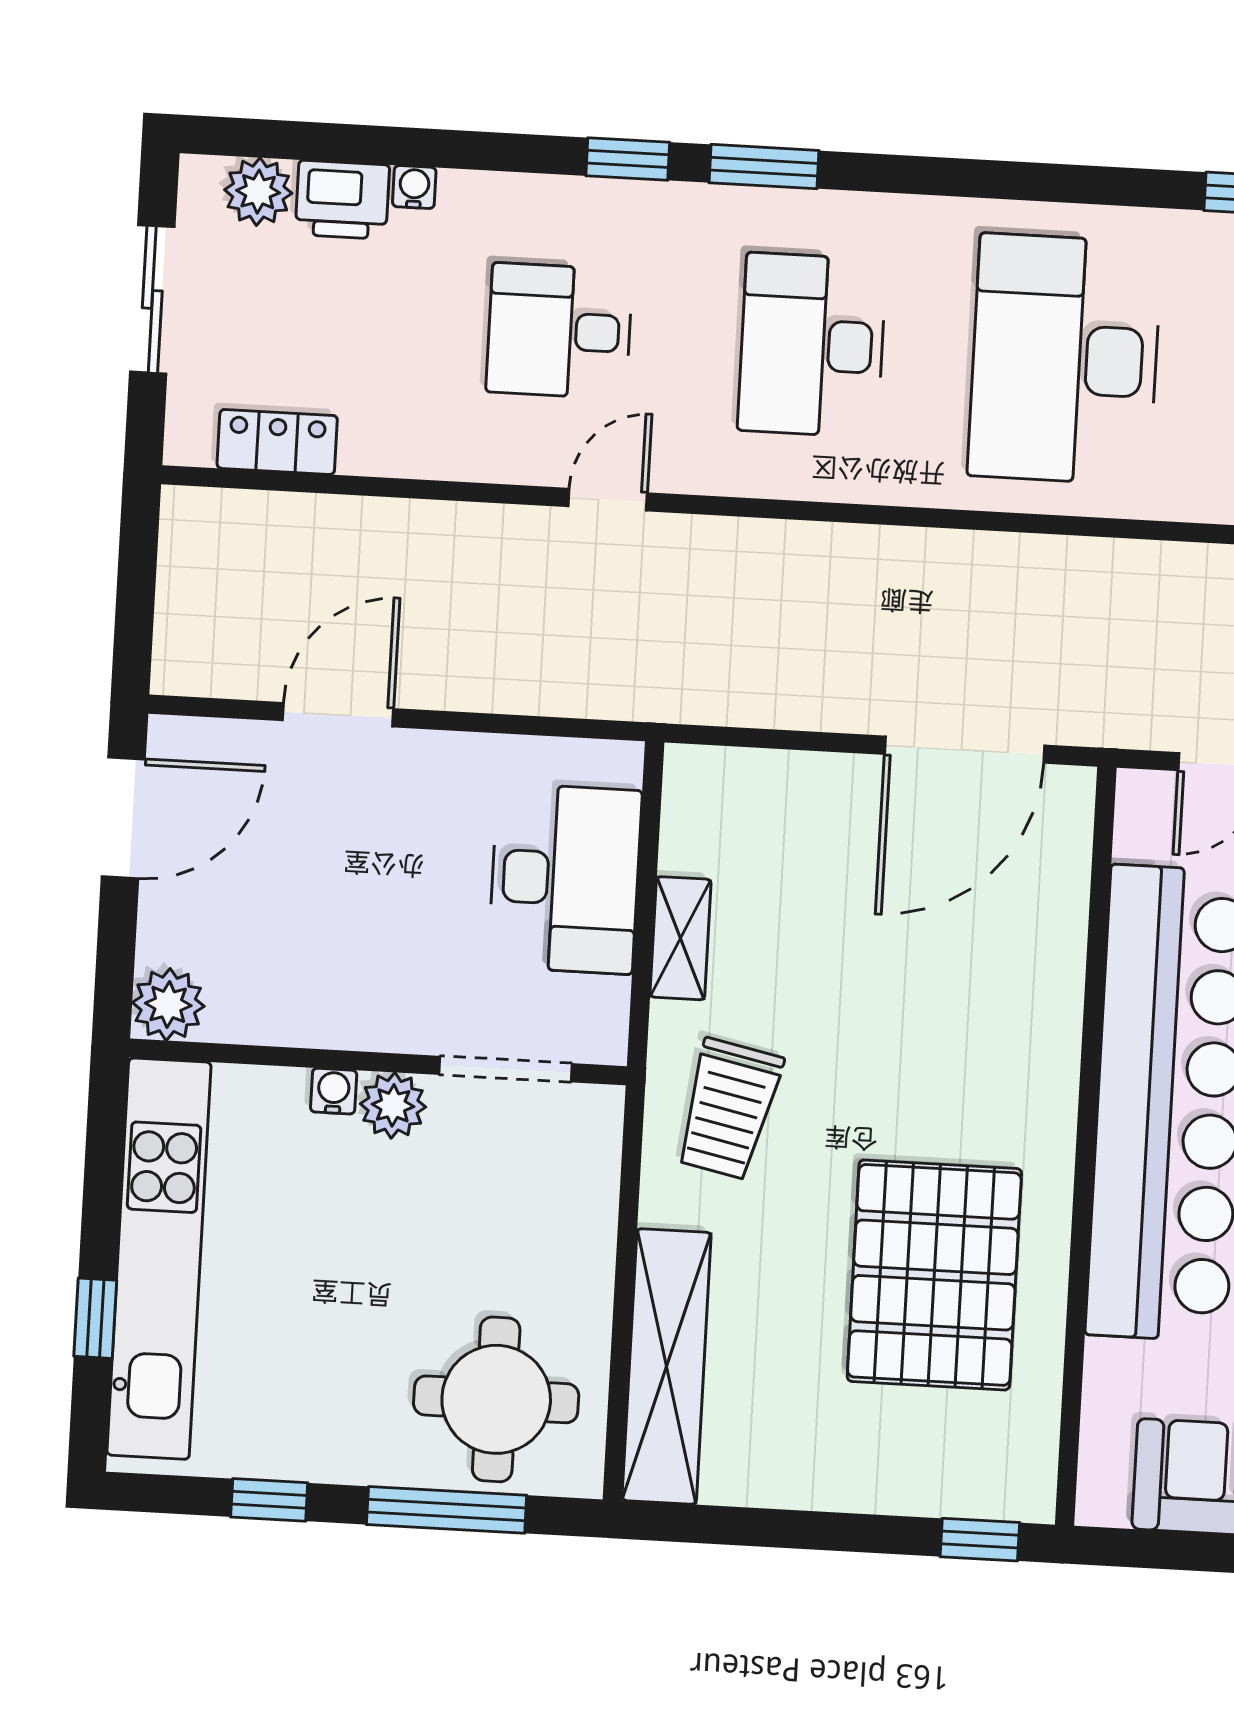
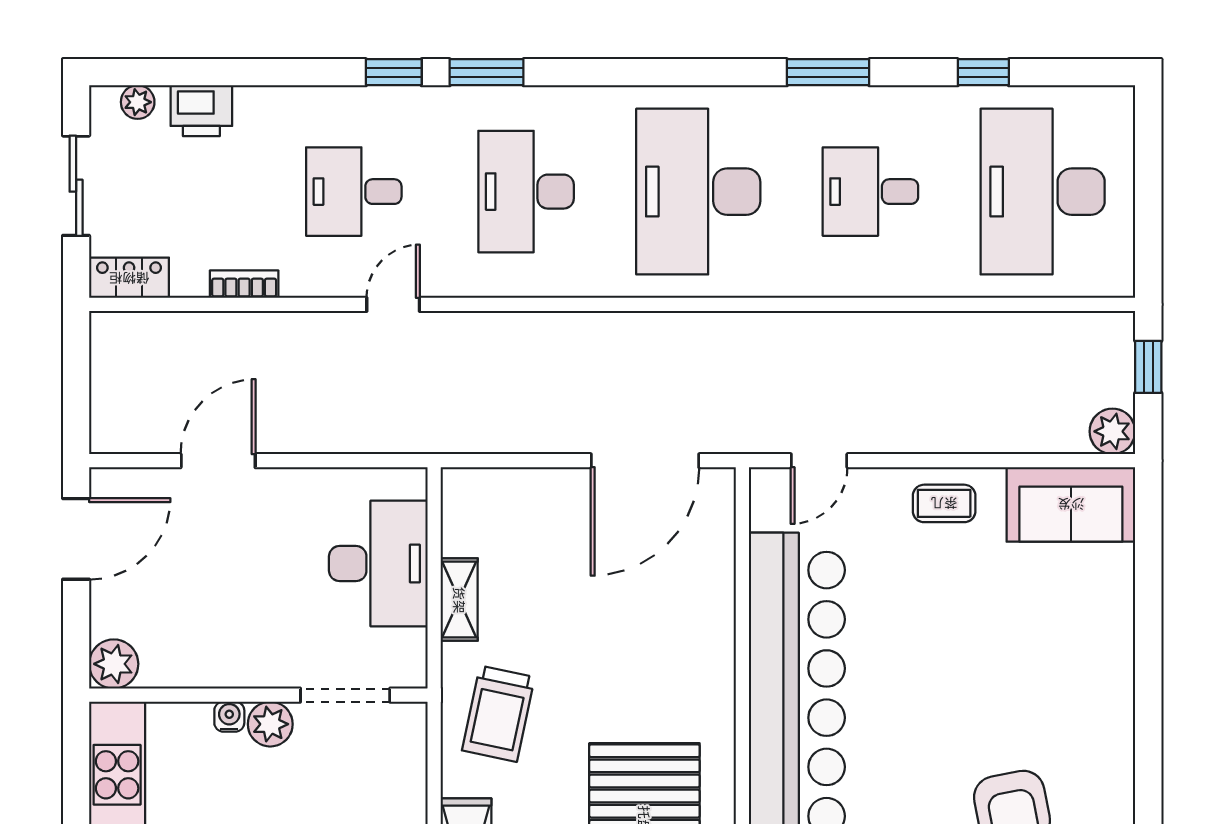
water cooler: (414, 187) -> (250, 99), removed
plant: (258, 192) -> (138, 102), width x0.73, depth x0.73
locker: (277, 442) -> (129, 278), moved
bookcase: (391, 458) -> (244, 284), added

